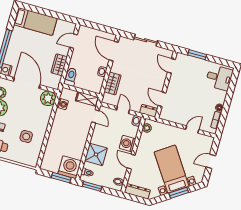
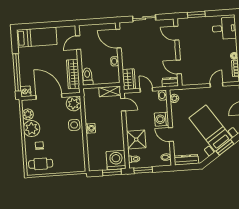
wardrobe: (59, 65) -> (73, 74), width x1.50
wardrobe: (113, 84) -> (129, 79), moved
washing machine: (62, 104) -> (90, 128), moved
side table: (26, 137) -> (74, 125), moved

